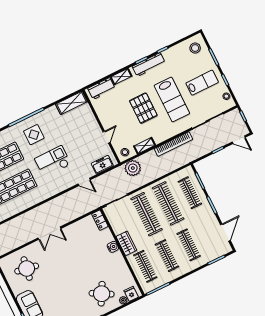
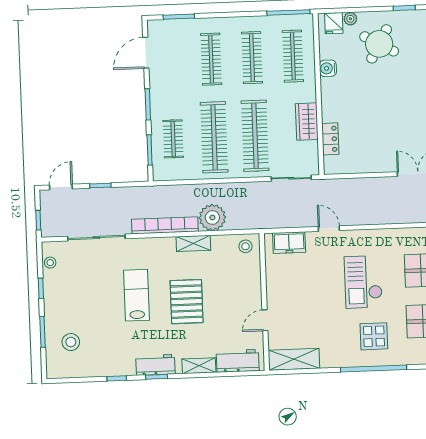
stool: (195, 48) -> (71, 342), moved
workbench: (149, 65) -> (155, 365), width x0.73
lab bench: (202, 83) -> (78, 300), removed
lab bench: (172, 99) -> (136, 295), width x0.73, depth x0.72
door: (107, 137) -> (265, 320), moved
door: (239, 140) -> (61, 187), hinge flipped
shelving: (145, 146) -> (193, 243), moved
checkout: (53, 161) -> (363, 282), turned 90
plant: (133, 168) -> (212, 218), moved
clothes rail: (190, 193) -> (173, 139), width x0.73
locker: (100, 220) -> (330, 139), moved
wardrobe: (126, 243) -> (307, 122), moved
water cooler: (113, 247) -> (328, 68), moved

